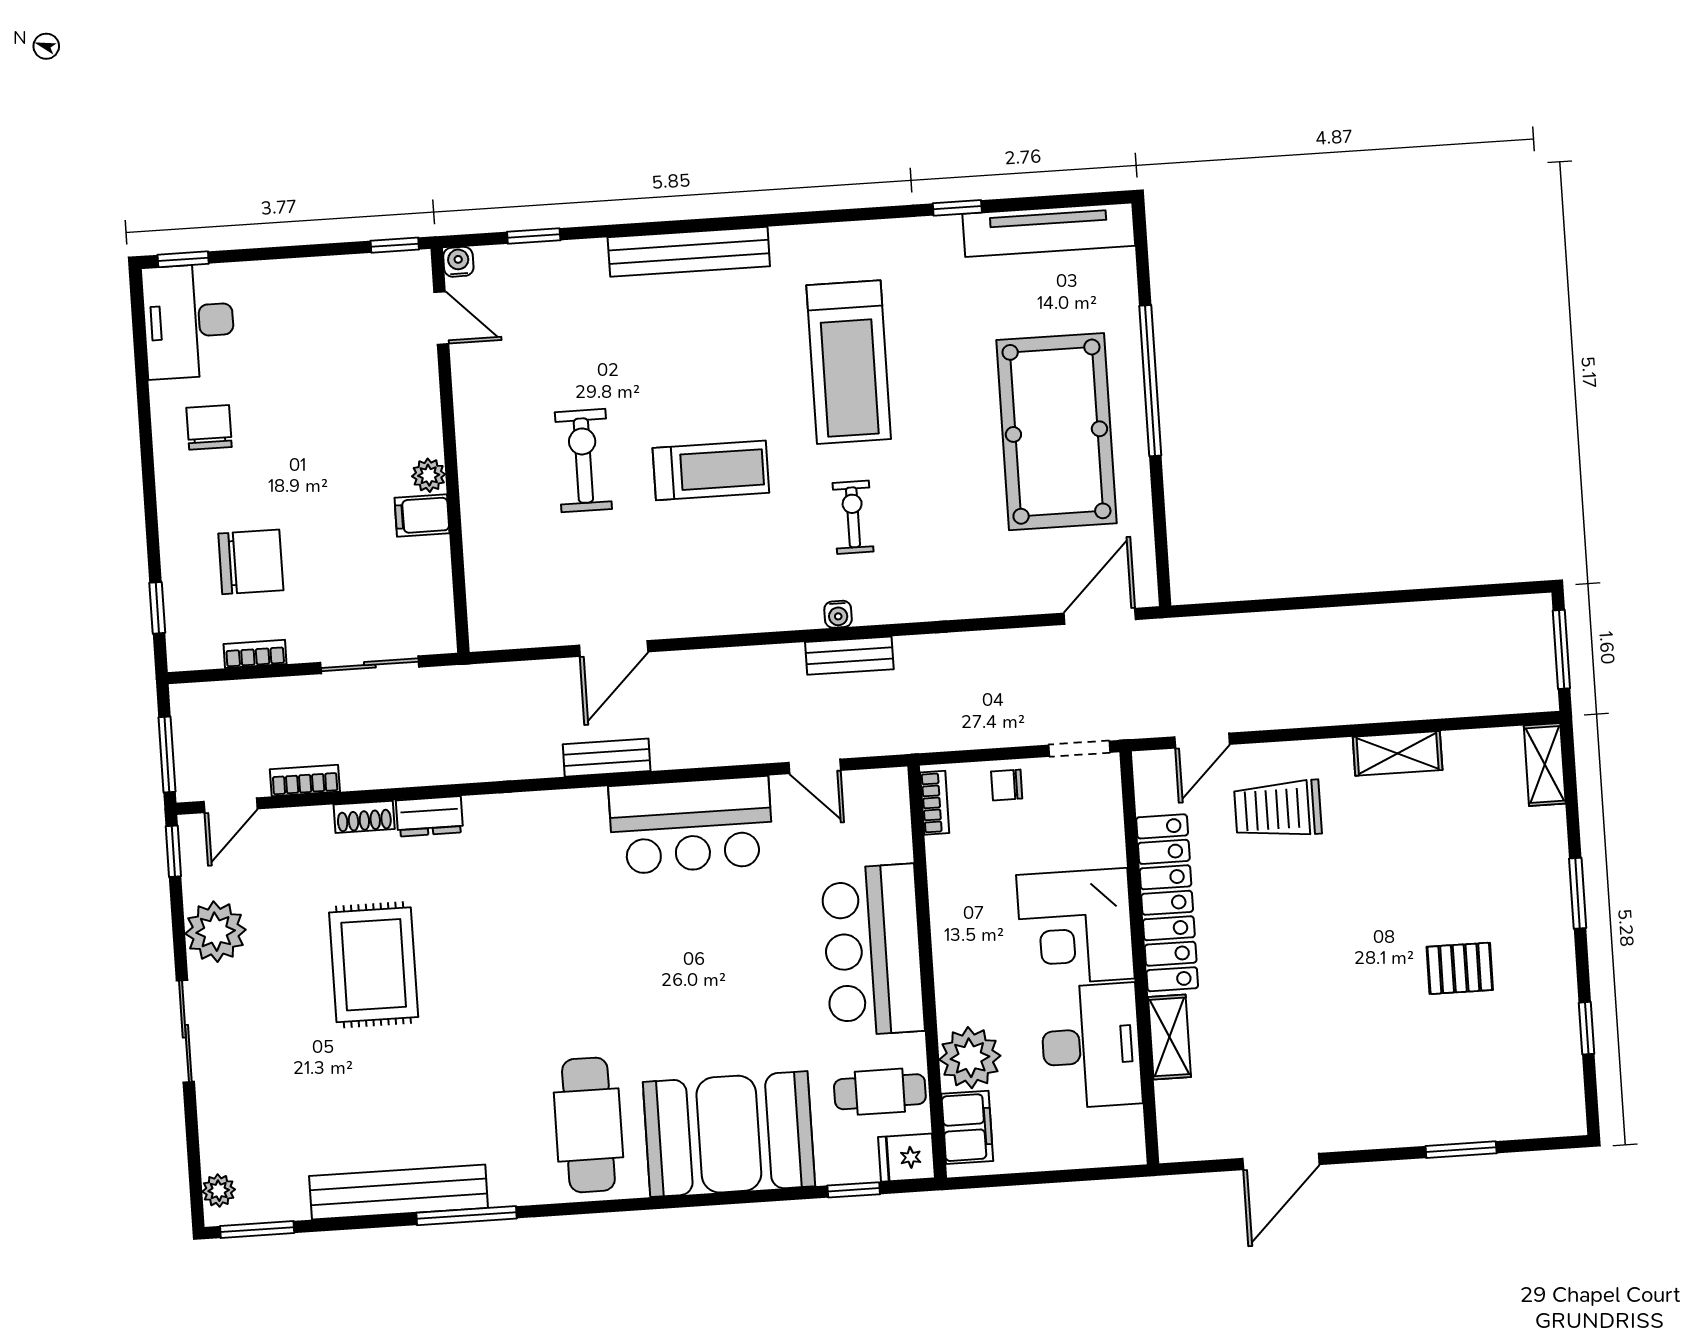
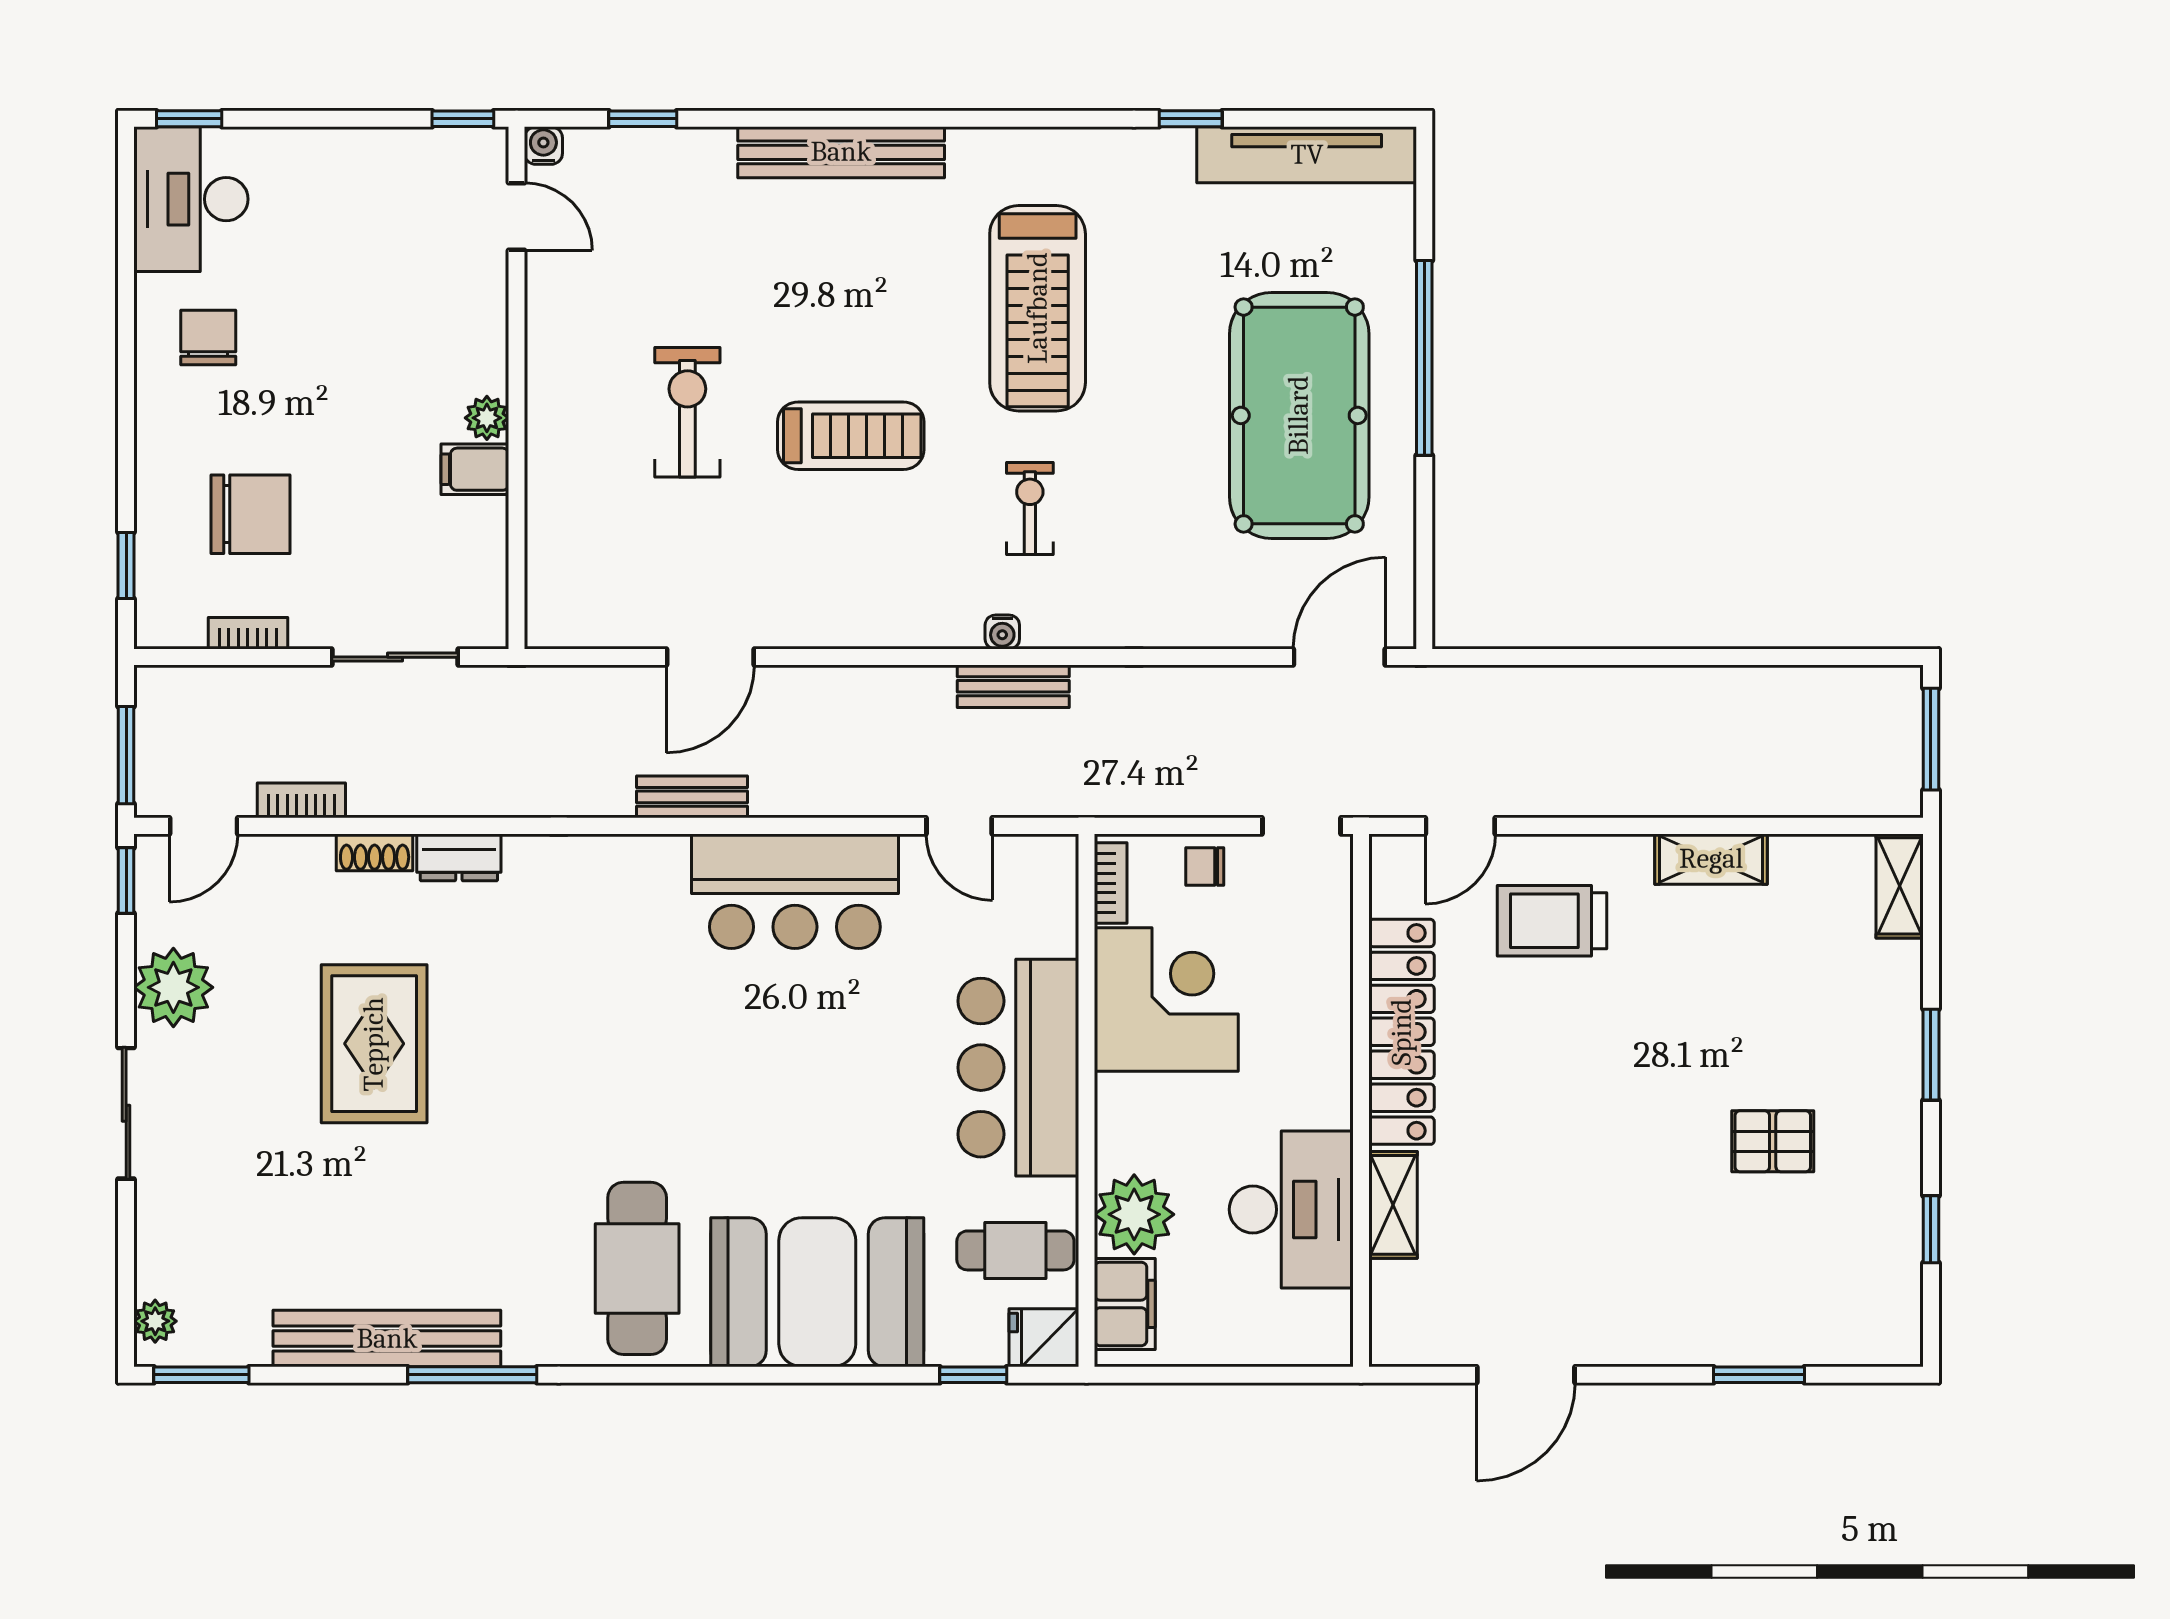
corner desk: (1075, 927) -> (1166, 999), moved, turned 180

